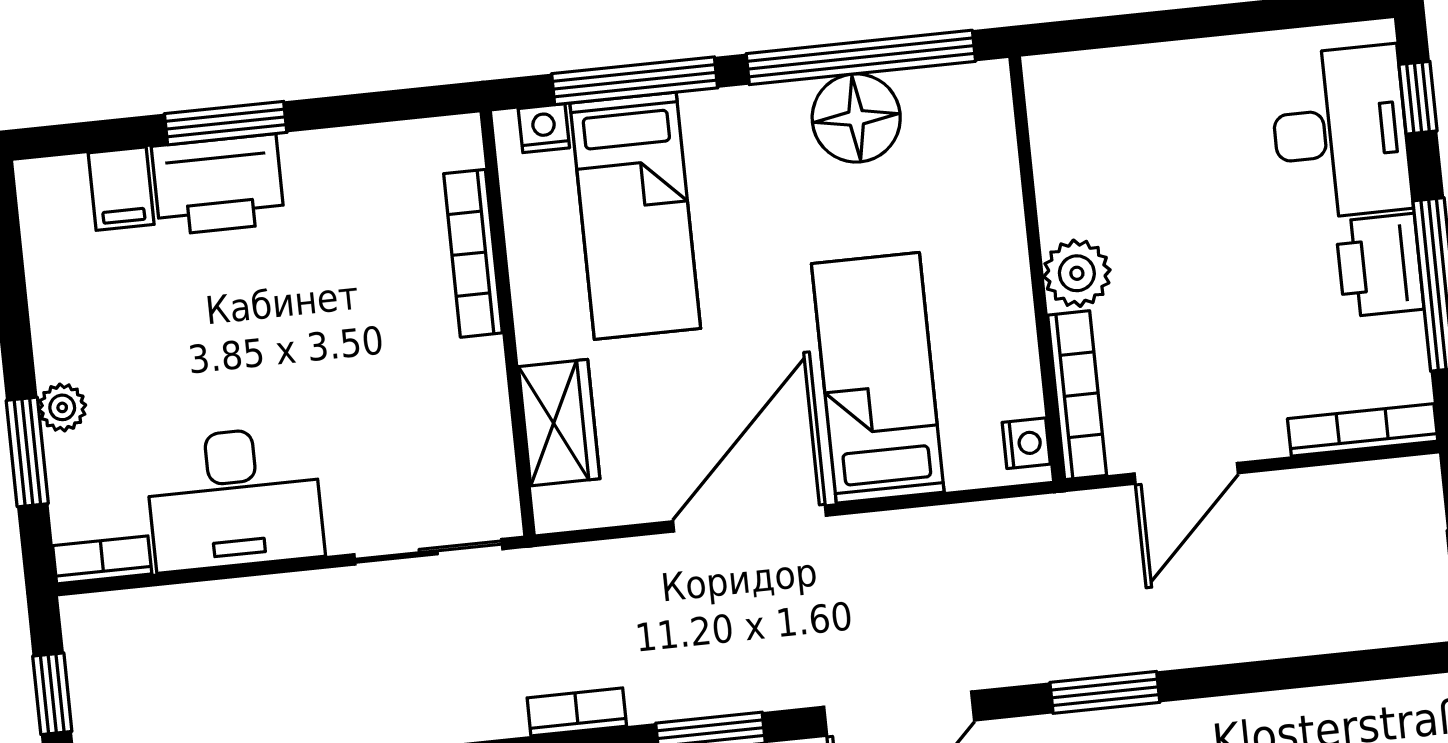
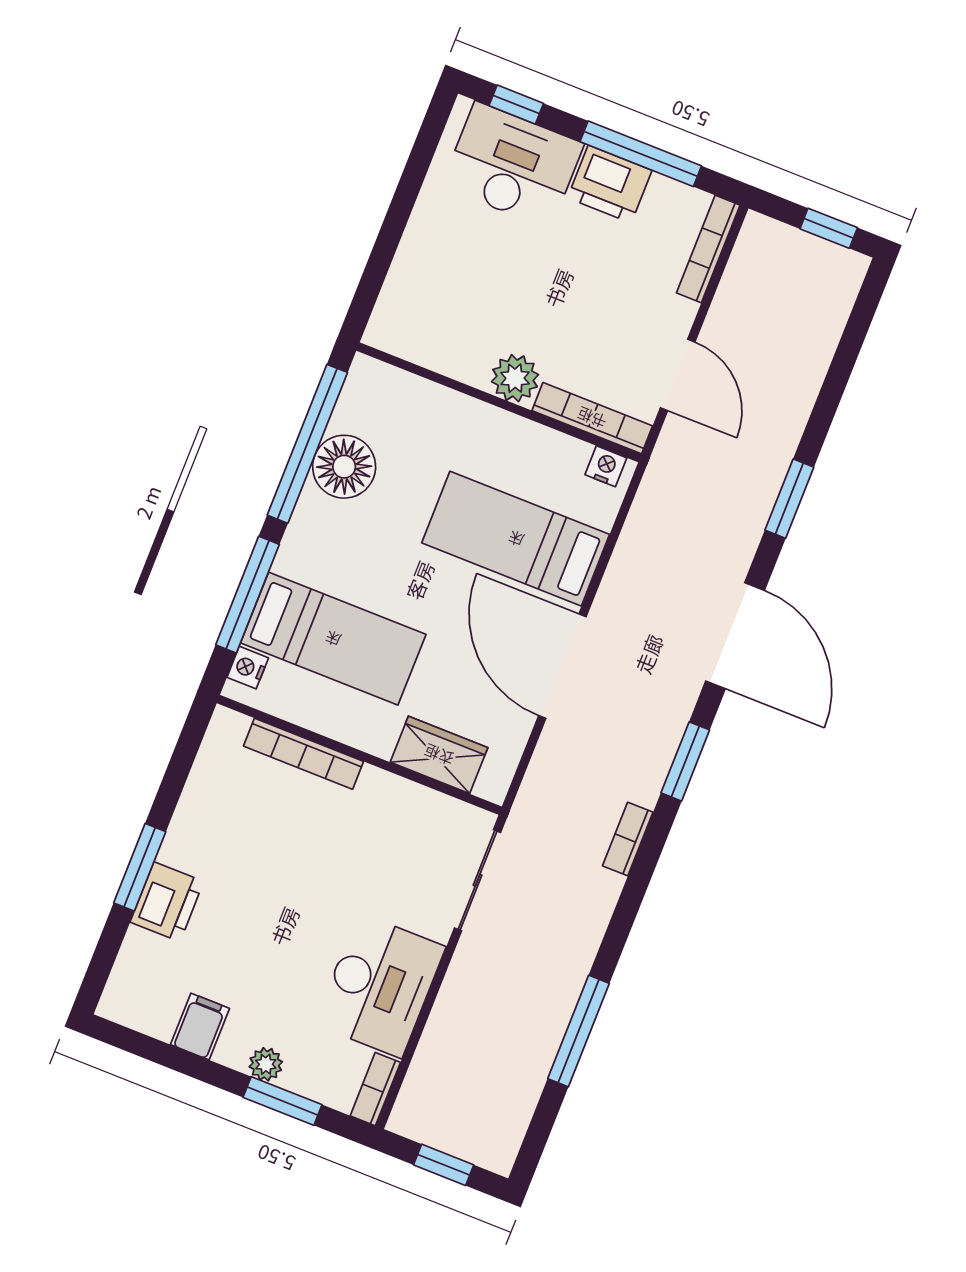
printer: (218, 185) -> (167, 902), width x0.73, depth x0.84
filing cabinet: (121, 189) -> (200, 1026), moved, turned -90

